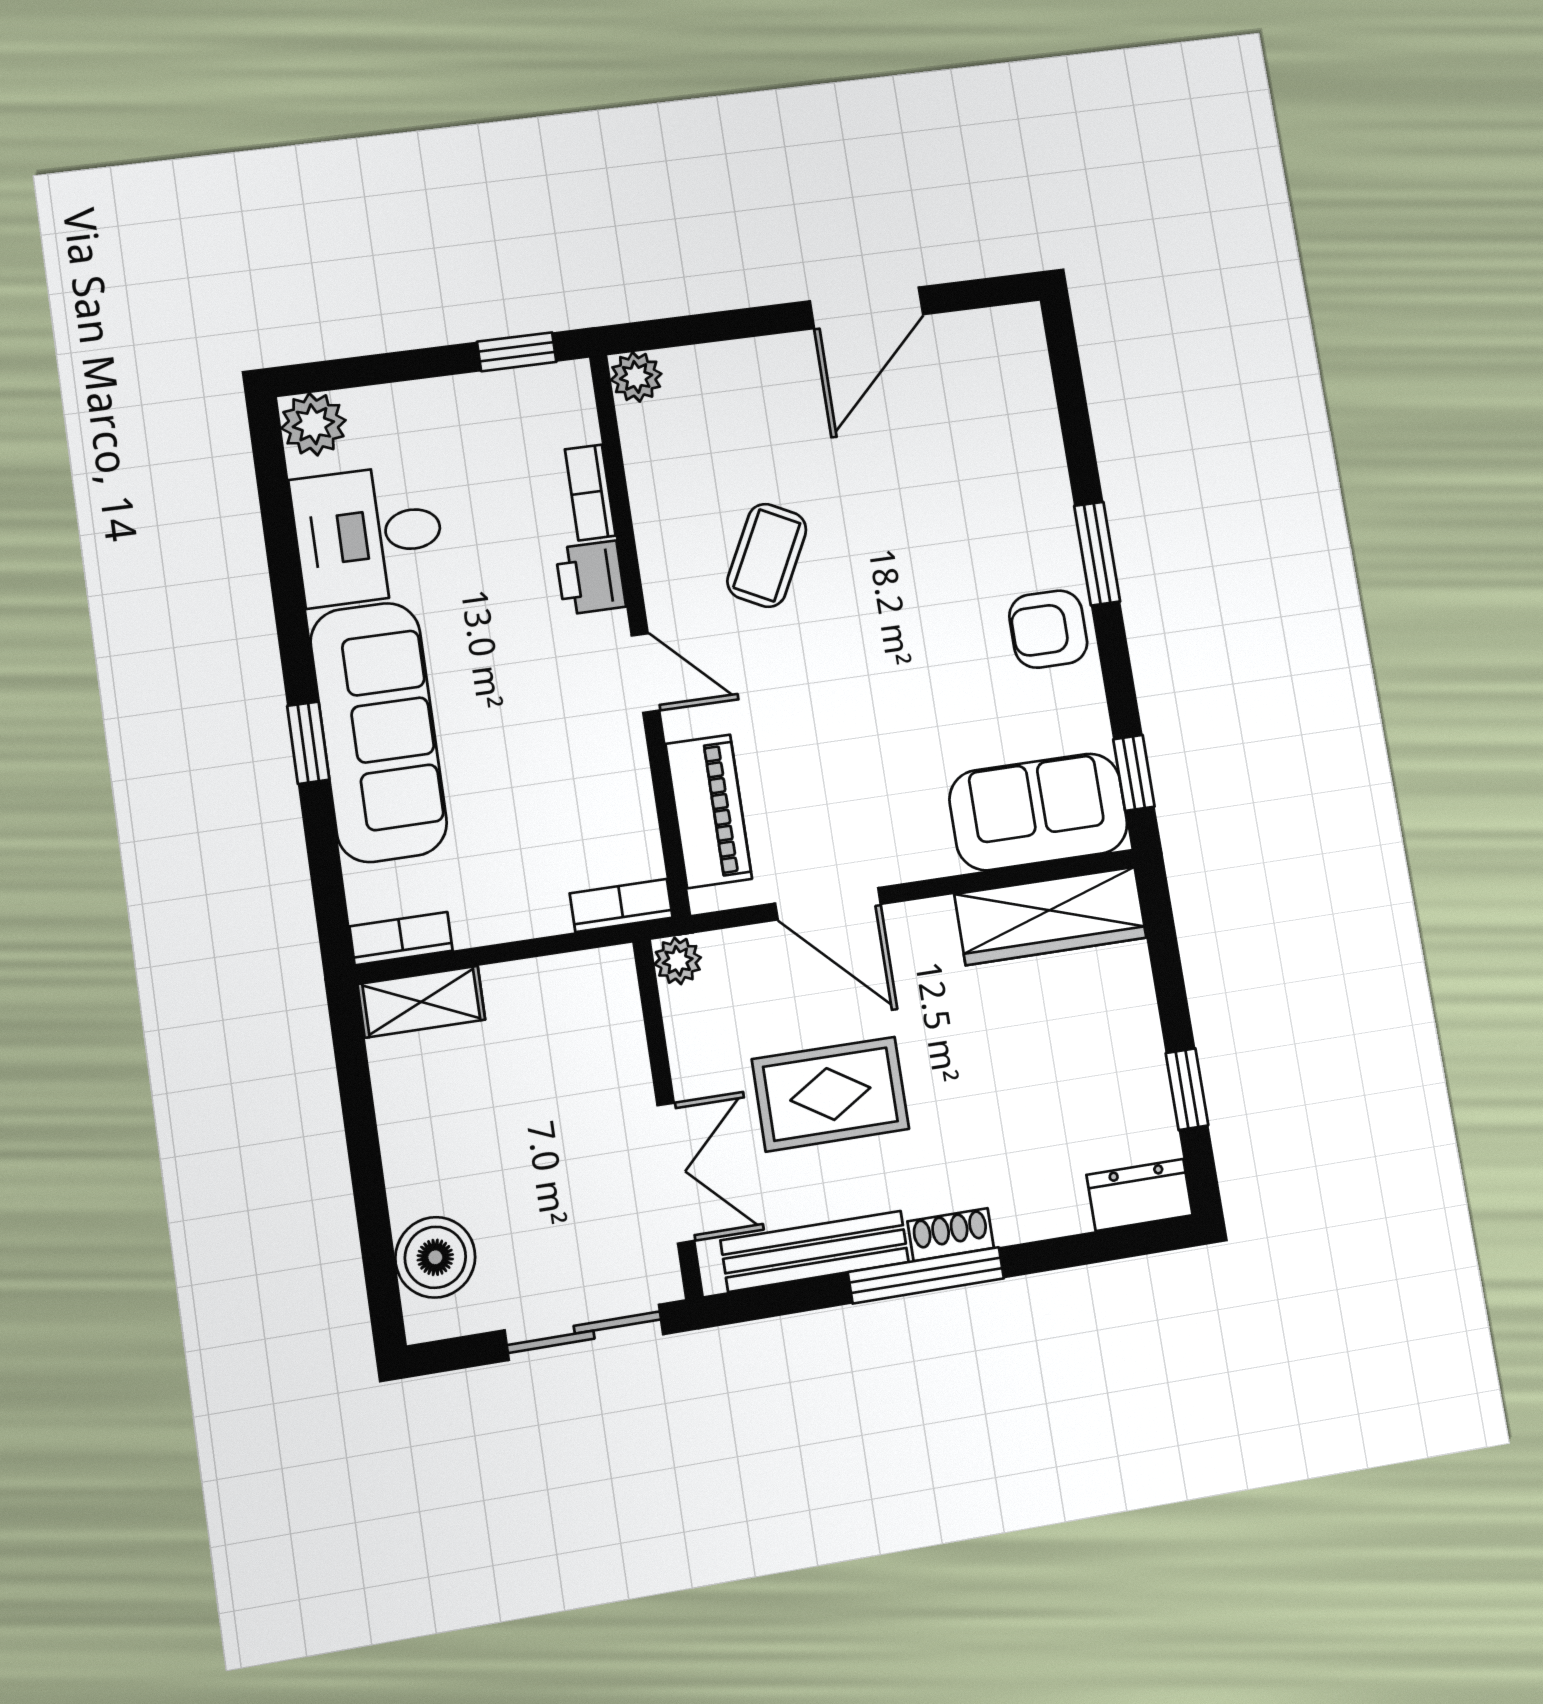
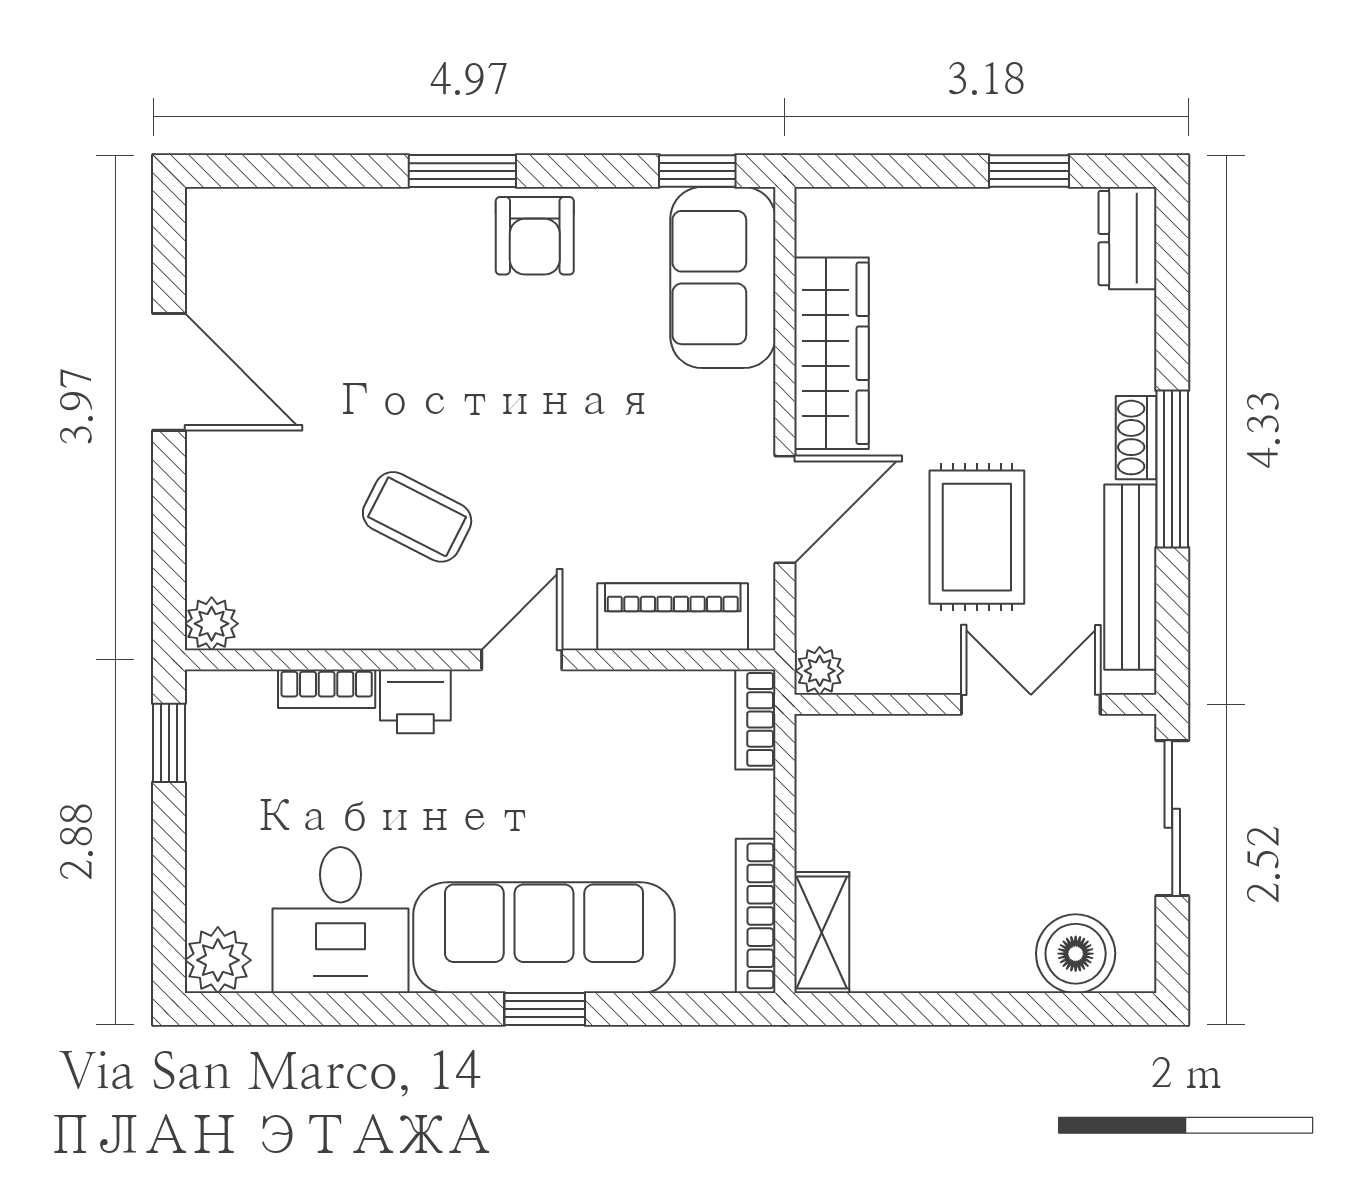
wardrobe: (1050, 916) -> (832, 353), moved
bookcase: (401, 939) -> (756, 916), width x1.56

